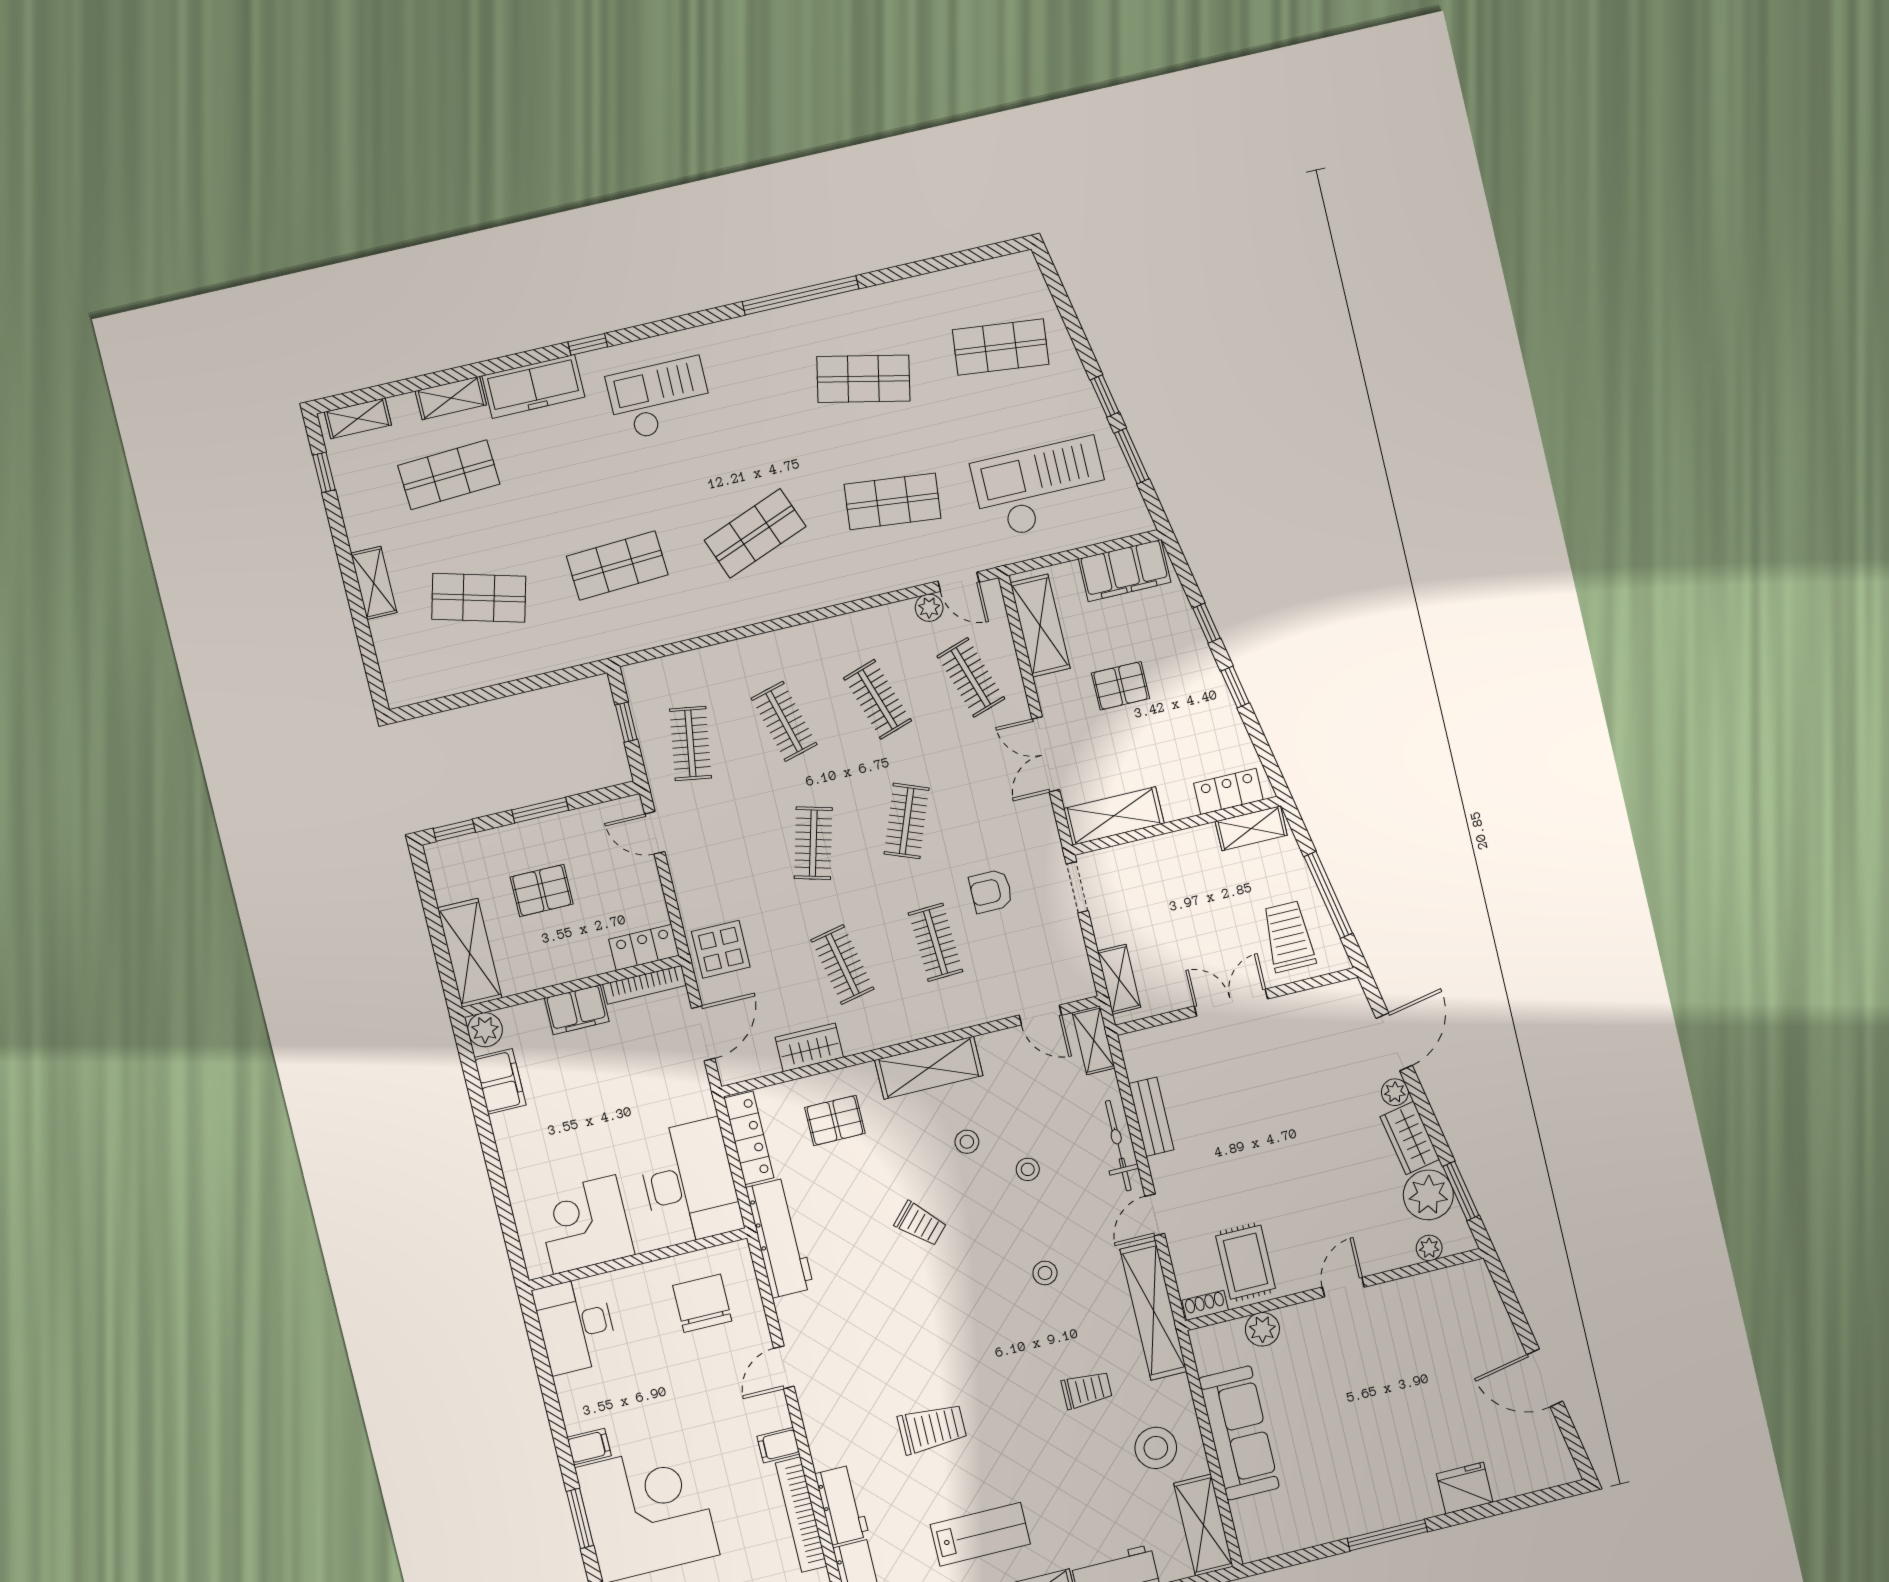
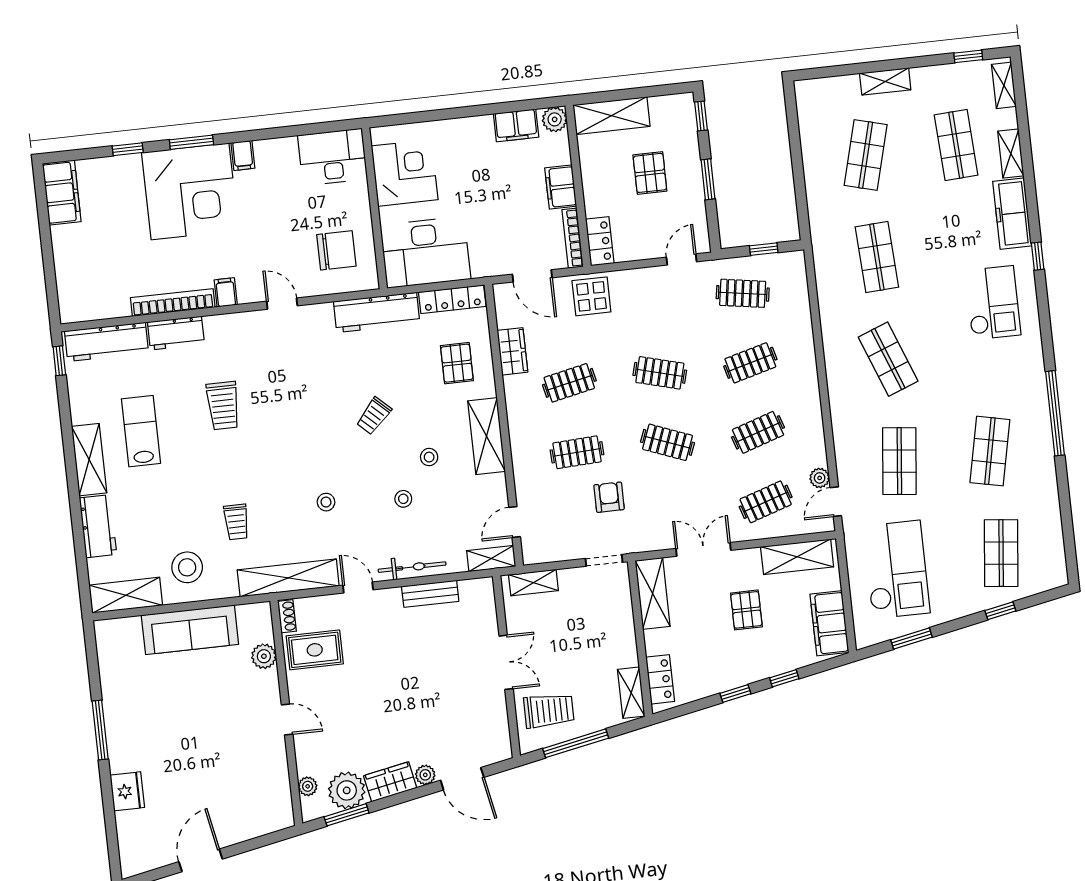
window: (1105, 396) -> (1000, 611), moved
lab bench: (980, 1534) -> (141, 431), turned 180

